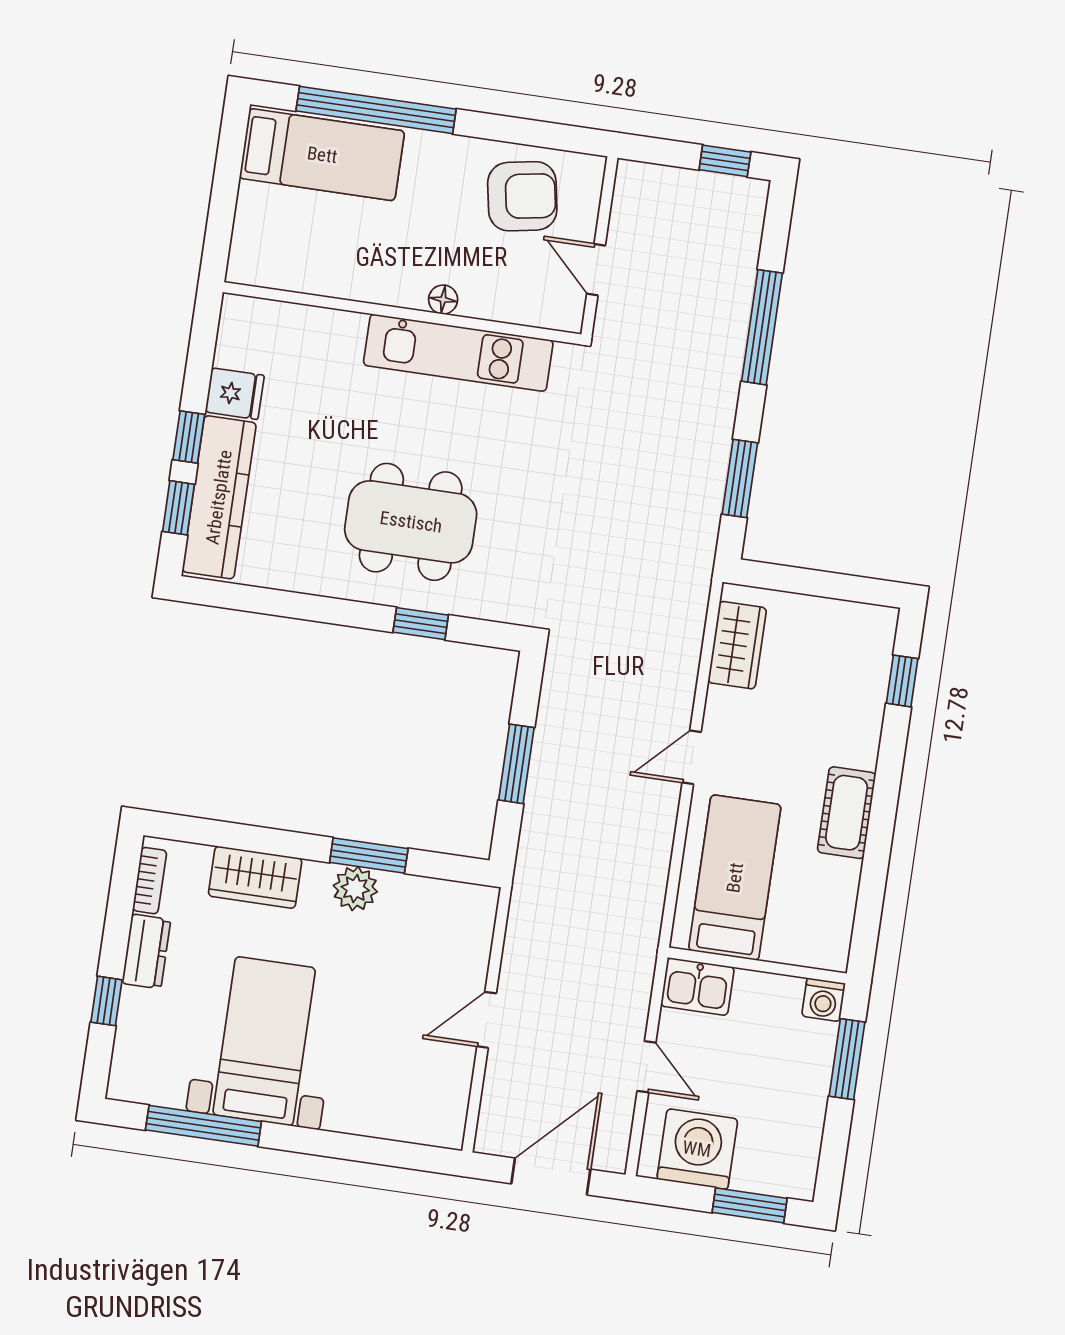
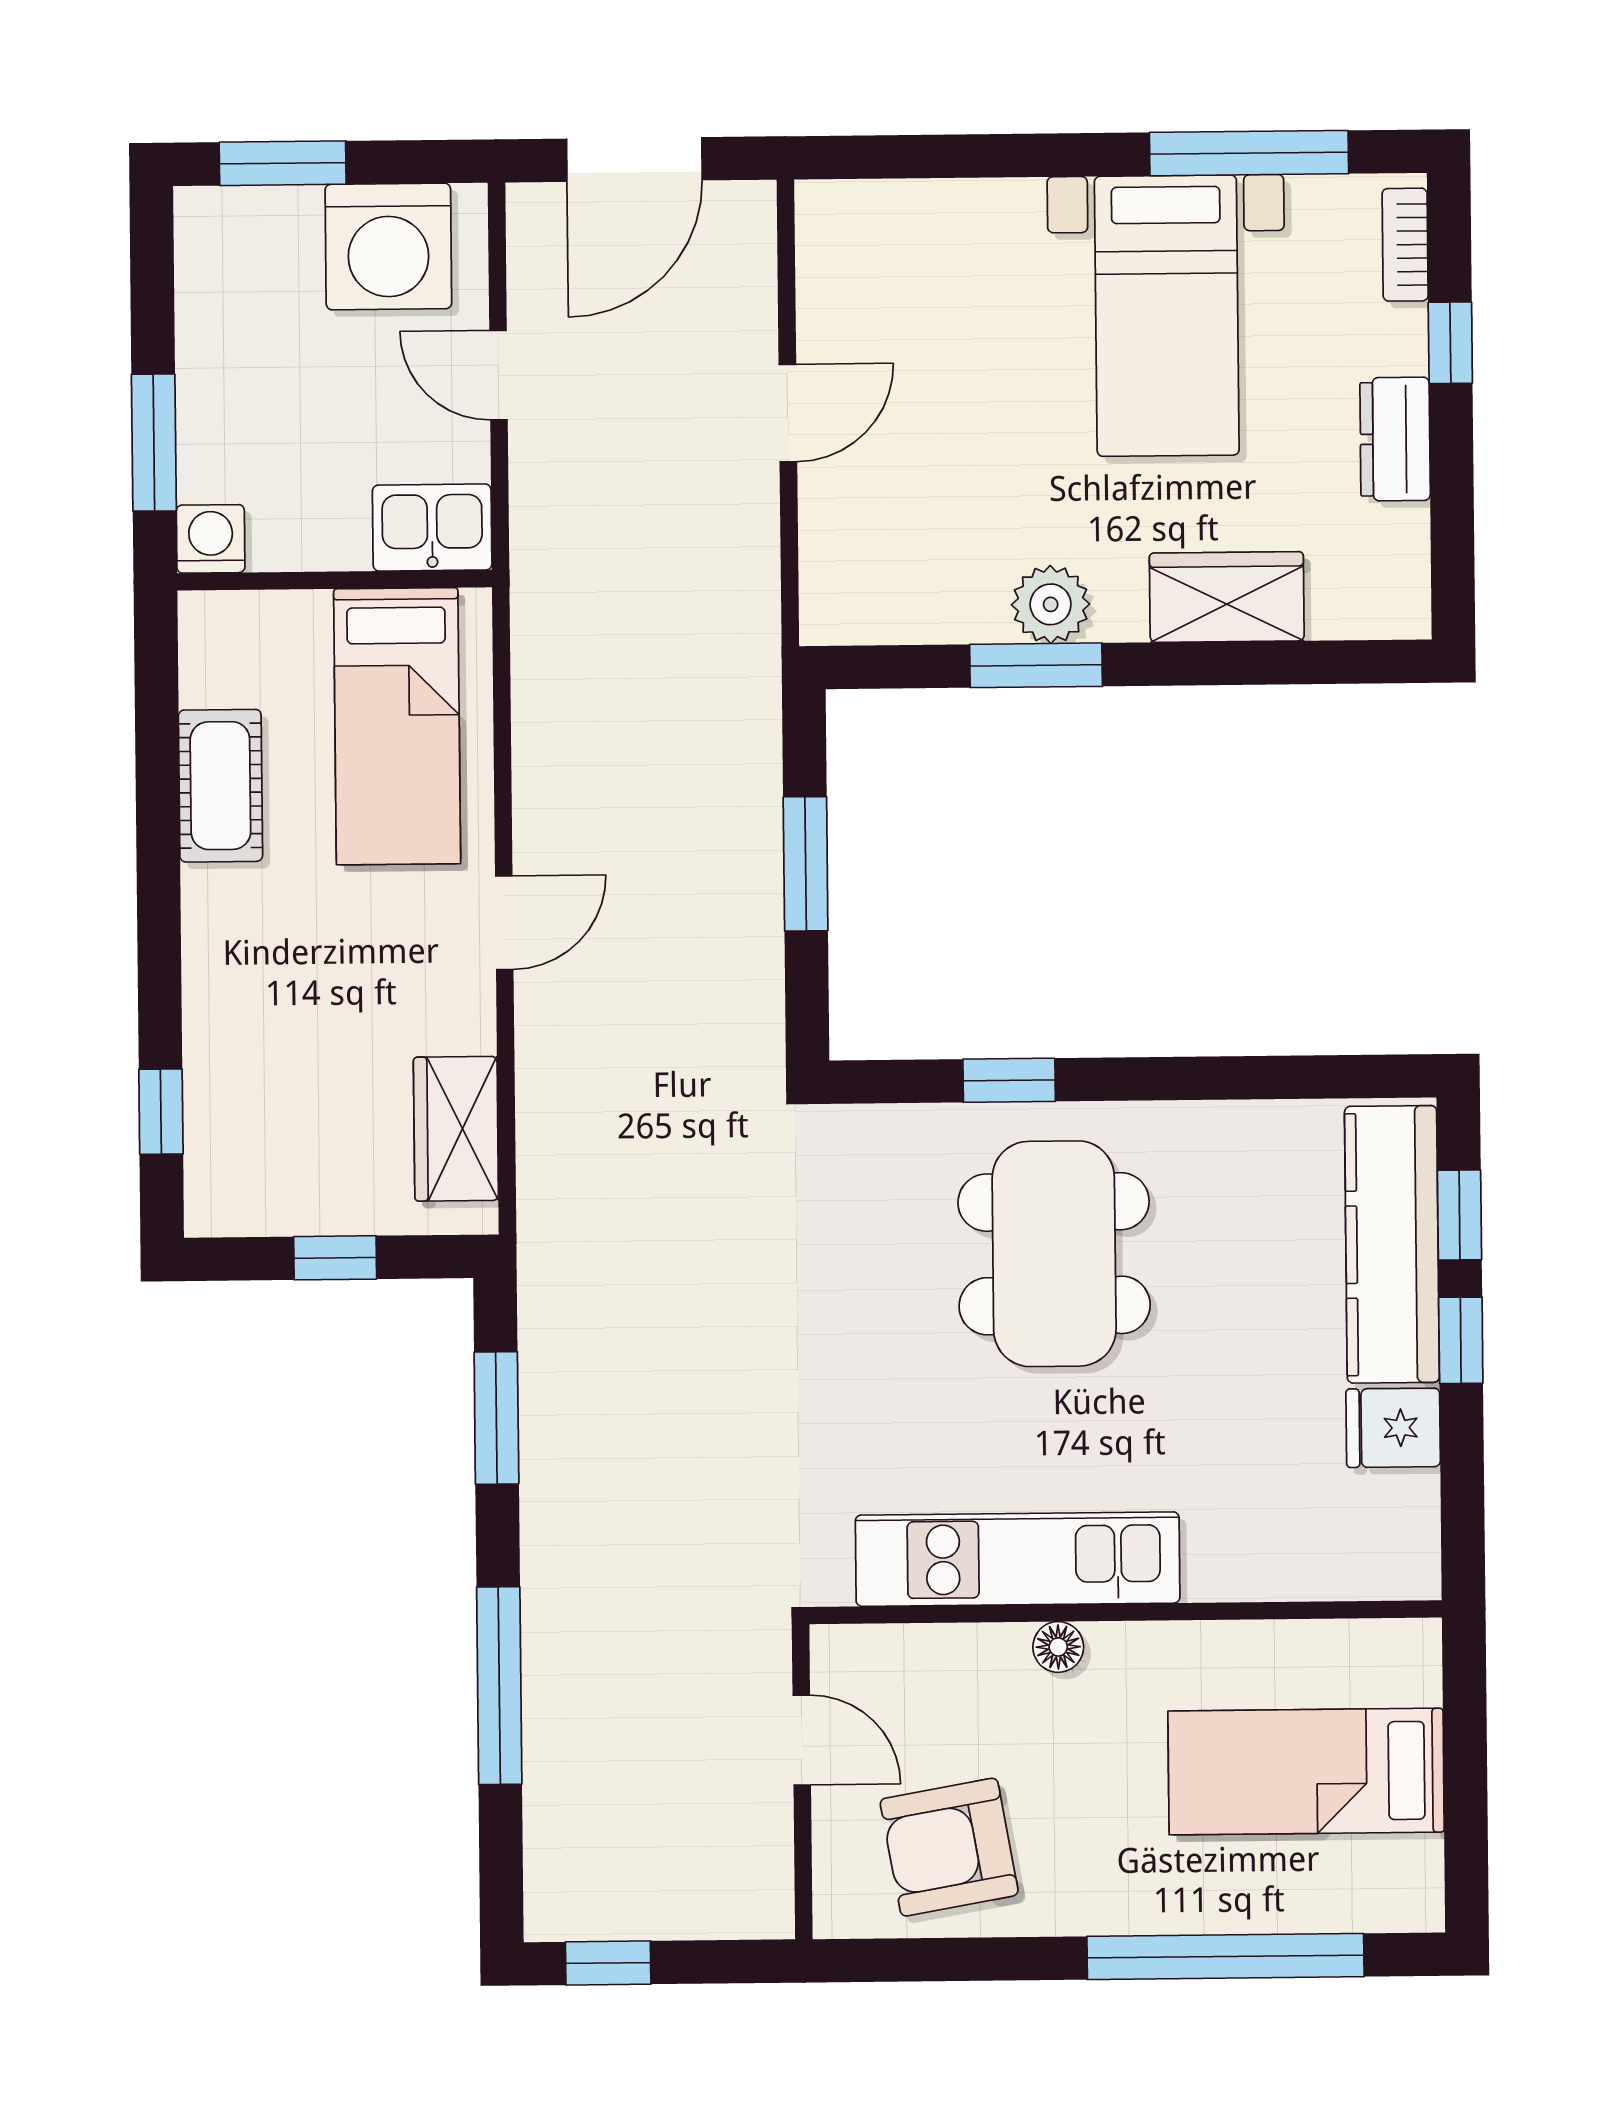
bed: (322, 155) -> (1306, 1772), moved
dining table: (411, 522) -> (1054, 1254), turned 90
window: (817, 583) -> (335, 1258), added
cot: (847, 813) -> (220, 786), moved
bookcase: (150, 881) -> (1405, 245), moved

